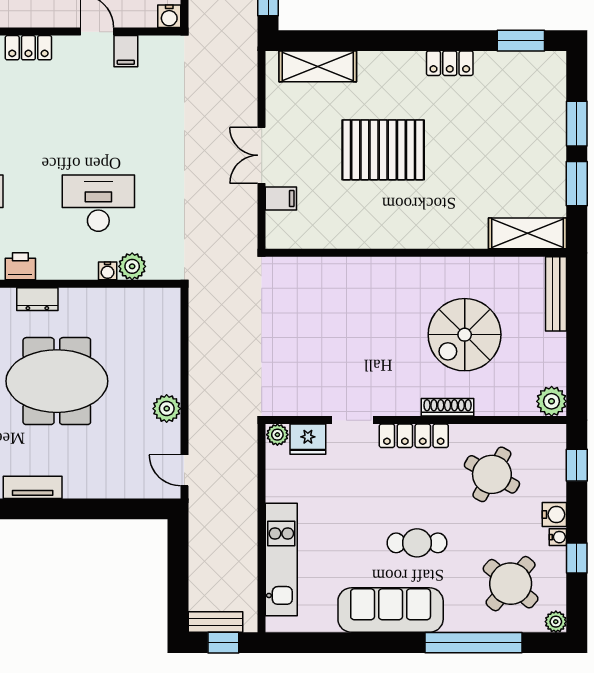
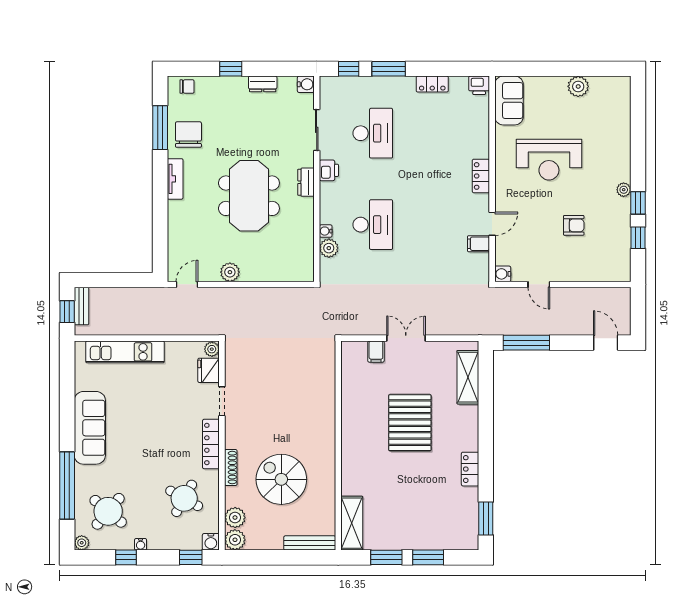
plant: (520, 401) -> (235, 518), added
water cooler: (554, 514) -> (211, 542), moved
cafe table: (417, 543) -> (136, 446), removed

